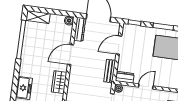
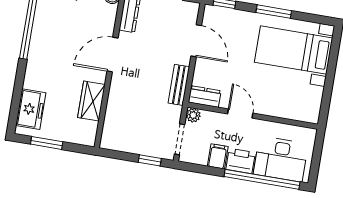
door: (119, 45) -> (196, 41), swing flipped
door: (146, 86) -> (240, 114), hinge flipped

